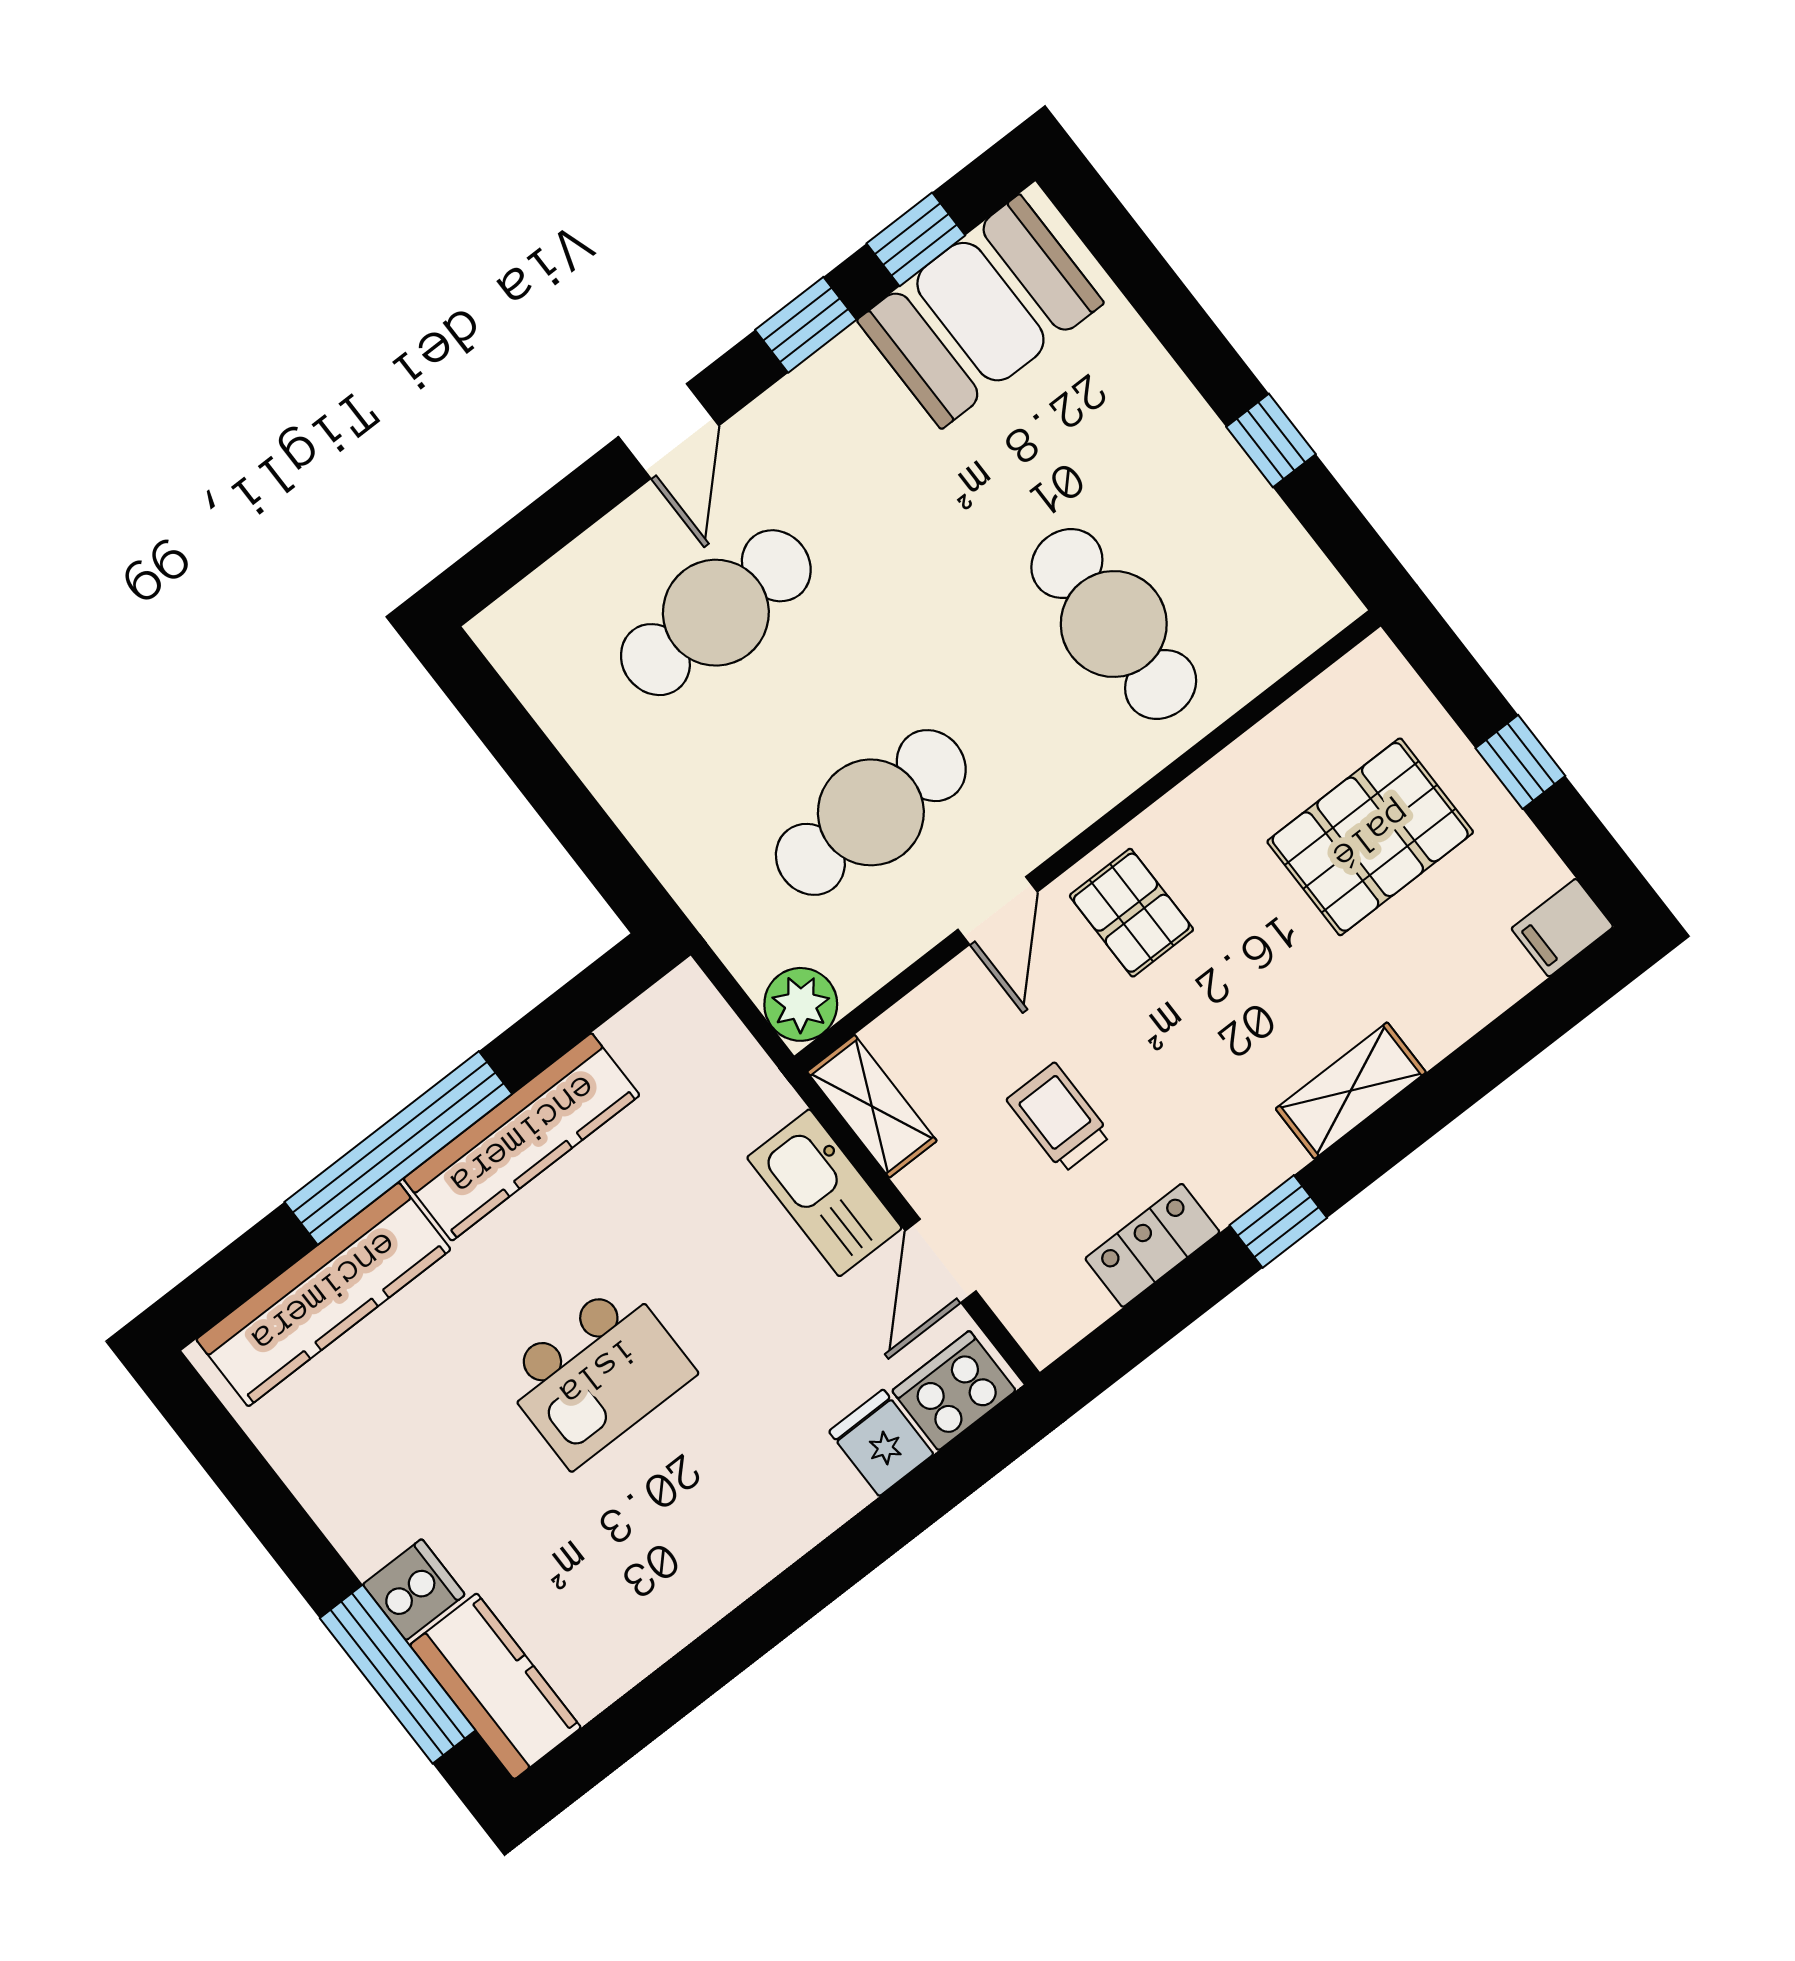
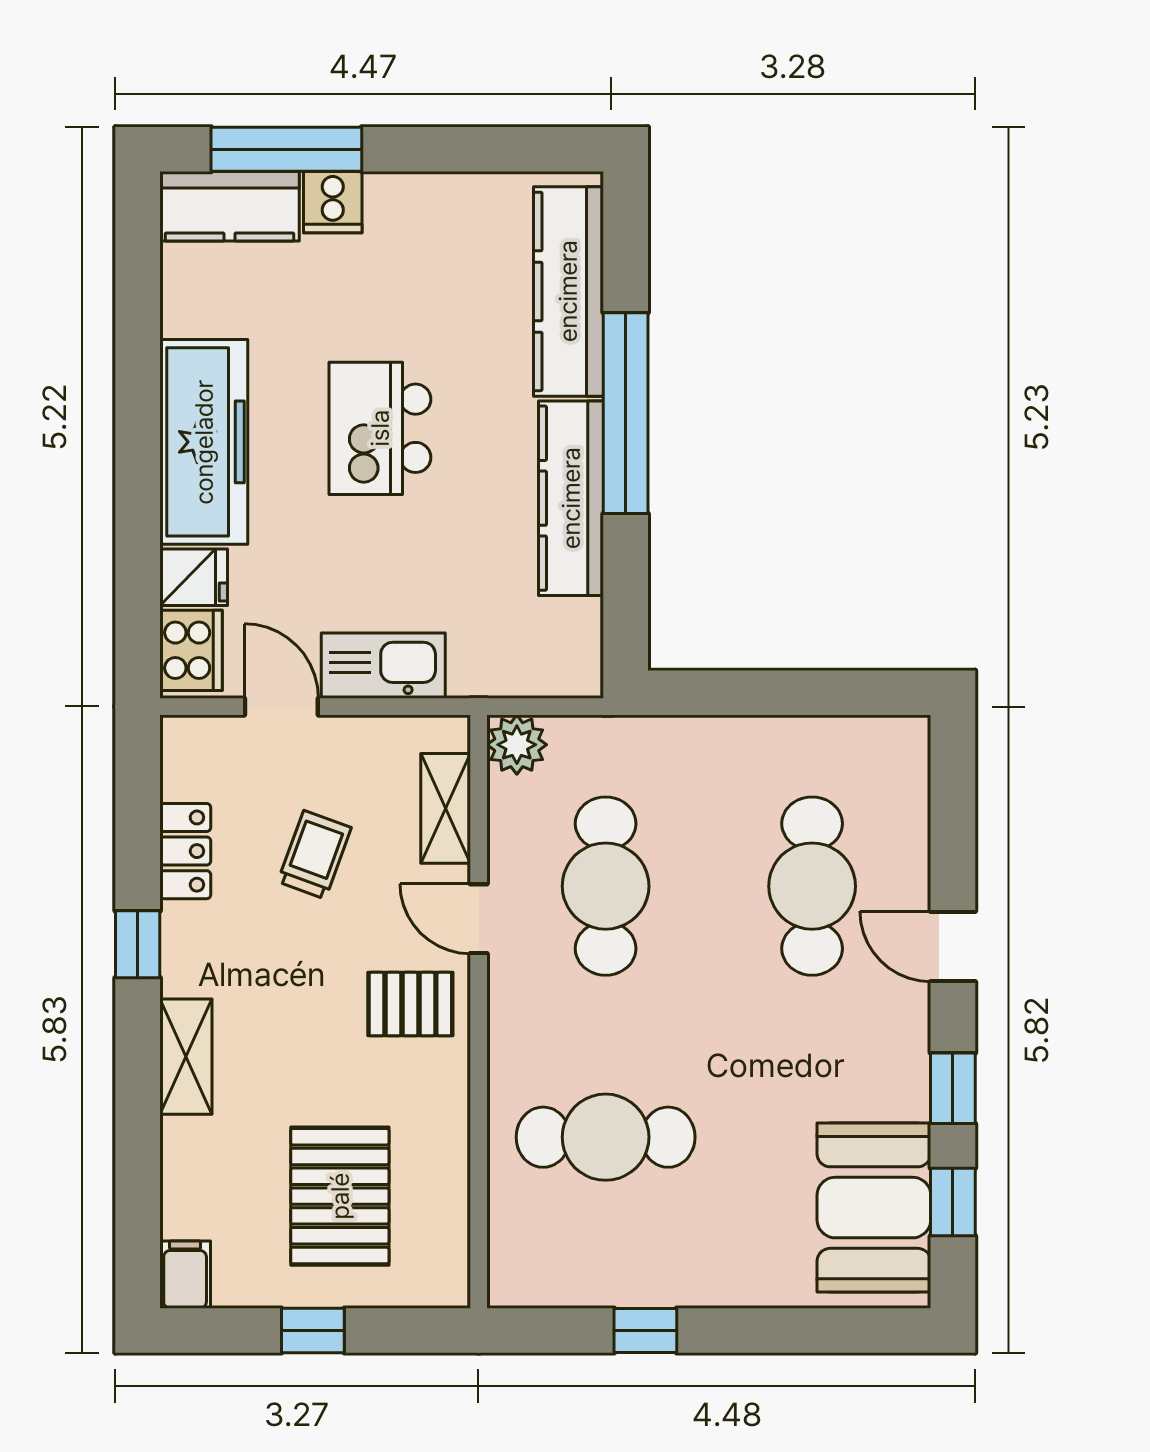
shelving: (872, 1106) -> (446, 808), moved, turned 90
trolley: (1059, 1118) -> (314, 855), turned -70
freezer: (743, 1534) -> (204, 442), added

